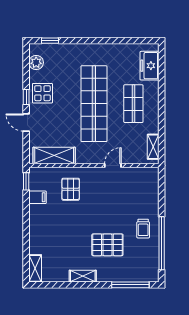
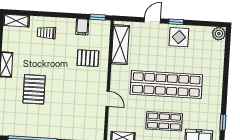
window: (50, 41) -> (223, 122), moved
plant: (36, 62) -> (219, 34), moved
trolley: (143, 229) -> (46, 33), moved

